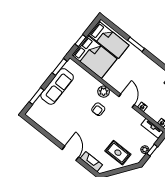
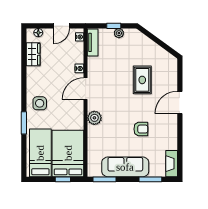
side table: (140, 64) -> (40, 103), added
armchair: (98, 109) -> (141, 129), moved
rug: (118, 153) -> (142, 80), moved
fireplace: (91, 162) -> (172, 164), moved

